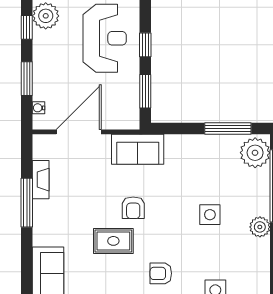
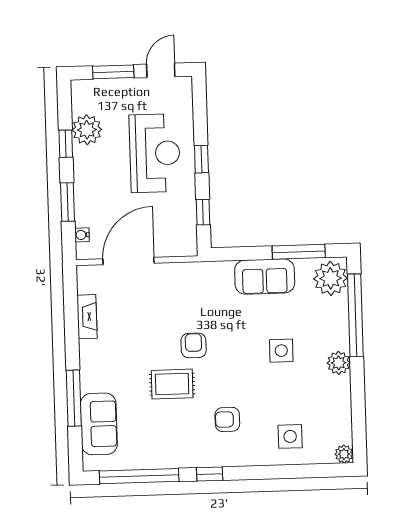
window: (145, 91) -> (203, 212), width x0.67
sofa: (138, 149) -> (265, 277), moved
window: (27, 203) -> (74, 398), moved
armchair: (133, 208) -> (194, 345), turned 180

